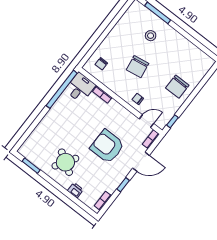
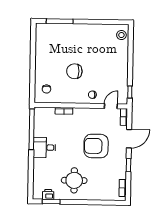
stool: (151, 36) -> (121, 35), moved
chair: (138, 67) -> (74, 71), turned 99
chair: (177, 87) -> (114, 64), removed
desk: (80, 88) -> (44, 147), moved, turned -90
round table: (65, 162) -> (74, 180), turned -32
printer: (75, 190) -> (48, 194), moved

